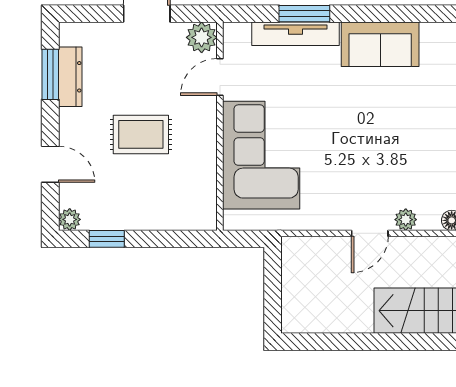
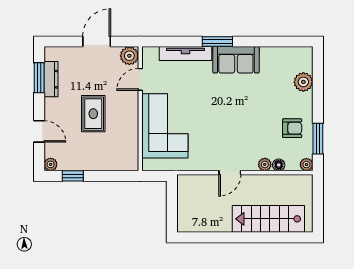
window: (304, 14) -> (217, 41), moved
rug: (141, 134) -> (93, 114), turned 90
plant: (406, 220) -> (265, 164), moved

